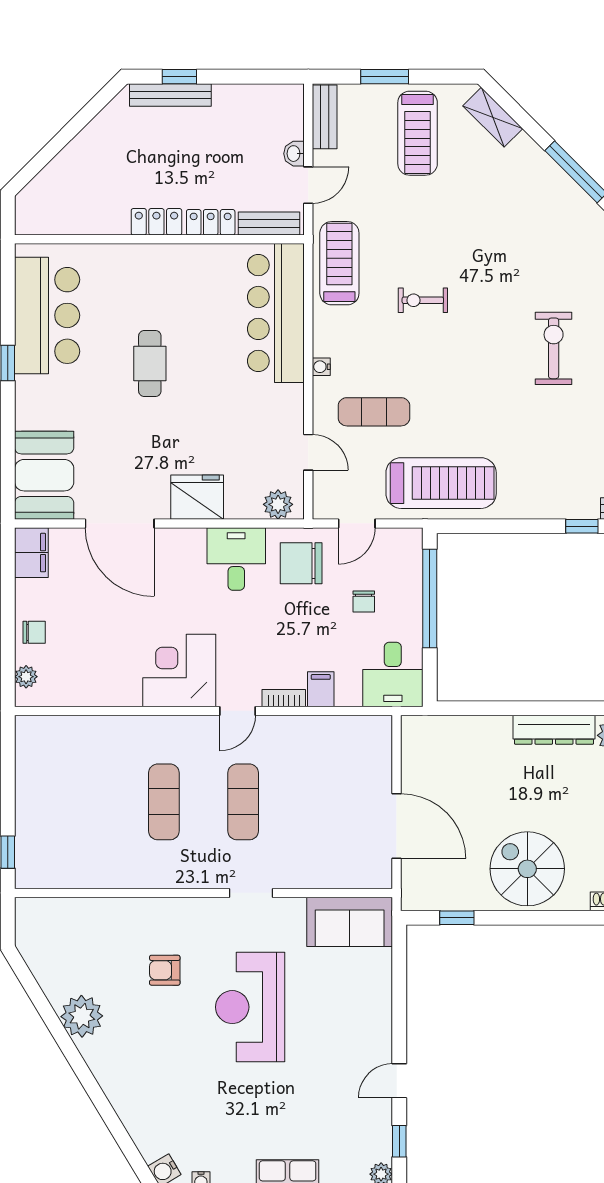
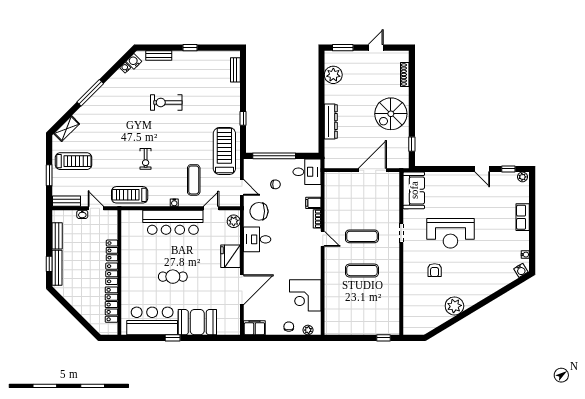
locker: (85, 221) -> (111, 305), added
bench: (269, 224) -> (57, 236), moved
bar counter: (276, 313) -> (173, 222), moved
booth: (44, 475) -> (197, 322), moved
window: (582, 526) -> (243, 118), moved
chair: (301, 563) -> (259, 211), turned 90
corner desk: (179, 670) -> (305, 295), moved
dresser: (554, 730) -> (331, 121), moved

